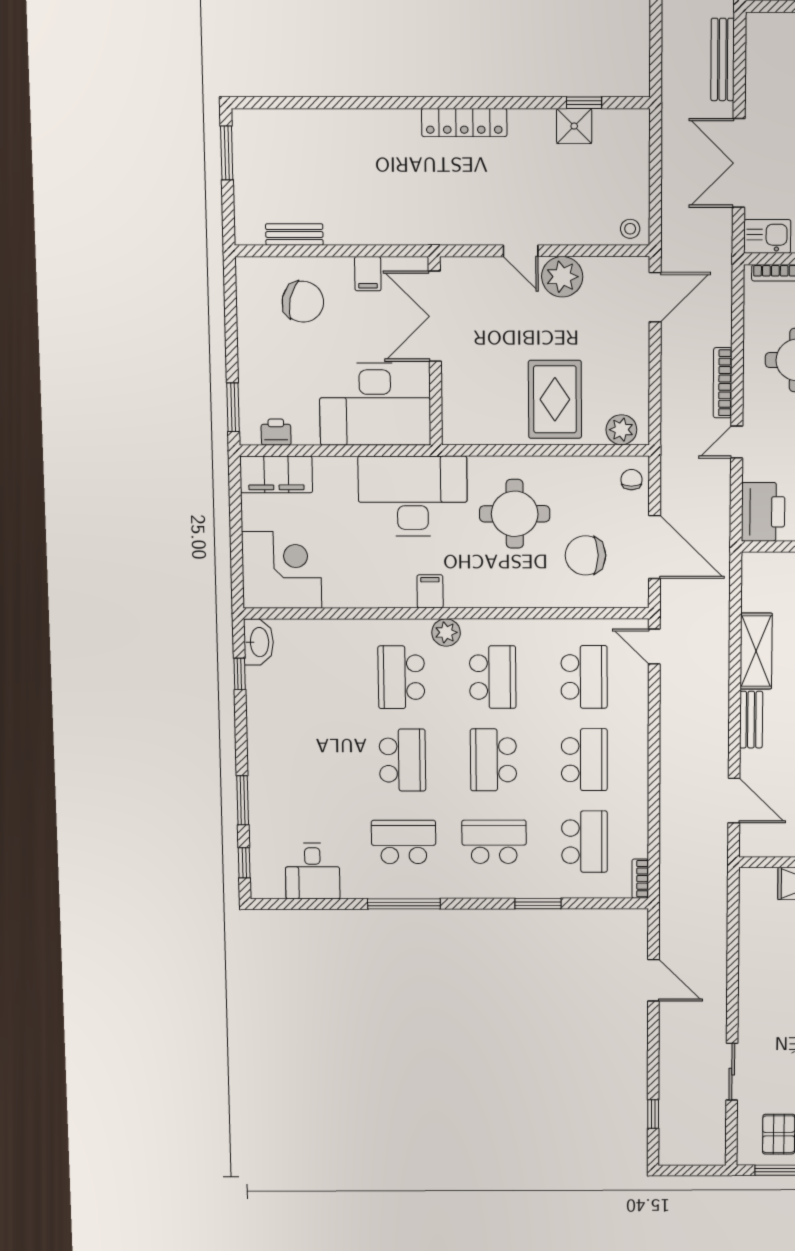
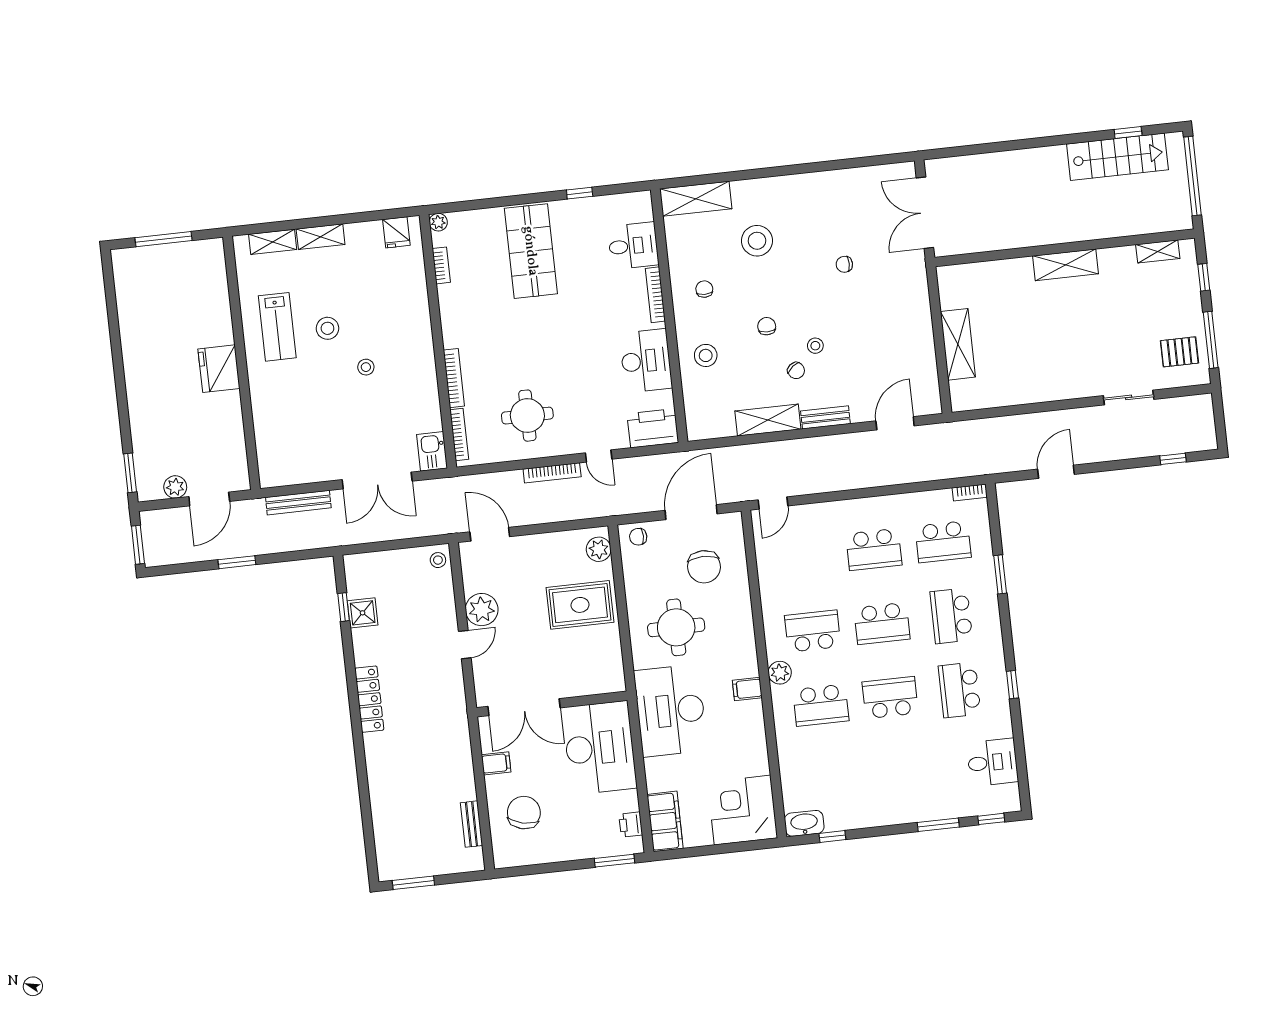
school desk: (584, 677) -> (805, 557), removed
school desk: (584, 760) -> (874, 549), turned 180
school desk: (584, 842) -> (943, 542), turned 180
window: (404, 904) -> (1012, 685), width x0.46

